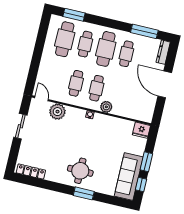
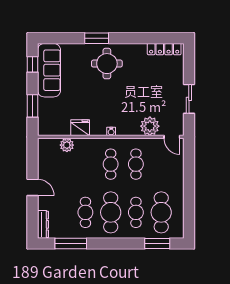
door: (165, 84) -> (32, 187), width x0.53
plant: (106, 107) -> (67, 145), moved
fridge: (141, 130) -> (80, 128), moved
window: (146, 162) -> (32, 106), moved

